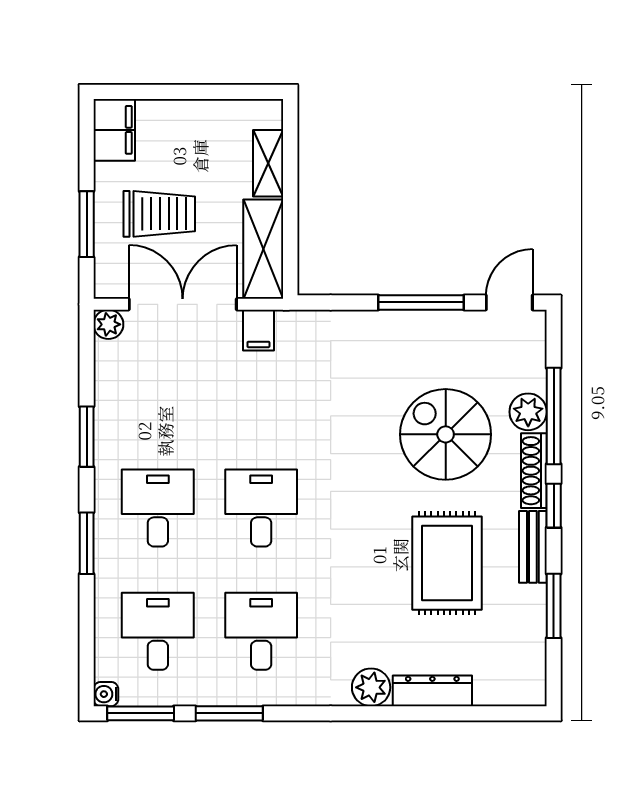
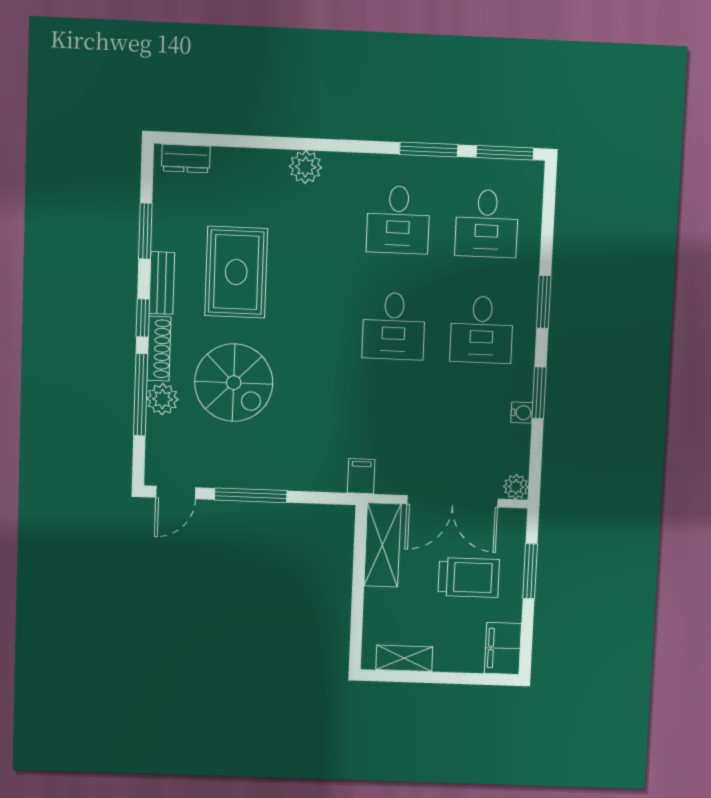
shelving: (268, 163) -> (404, 658), moved, turned 90
trolley: (159, 214) -> (469, 577), turned 180
filing cabinet: (258, 330) -> (361, 476), moved
dresser: (432, 691) -> (186, 159), moved, width x0.70
water cooler: (106, 694) -> (522, 413), moved

